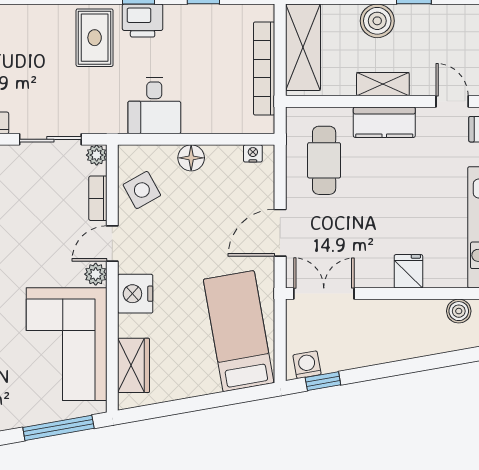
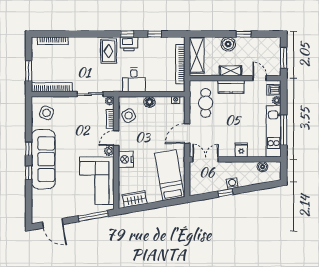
wardrobe: (134, 365) -> (135, 199), moved, turned -100
washing machine: (307, 365) -> (232, 183), moved
window: (323, 381) -> (225, 193), moved

